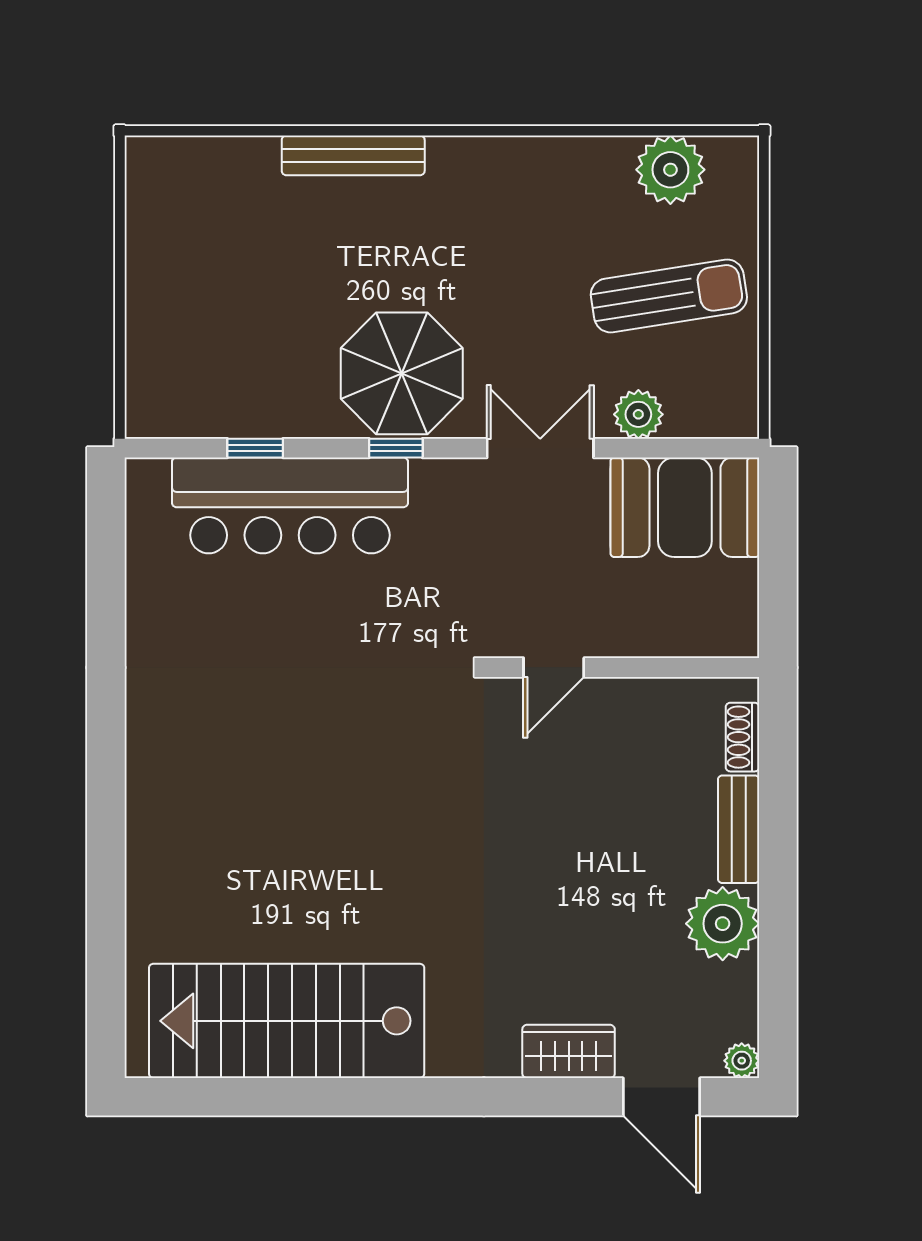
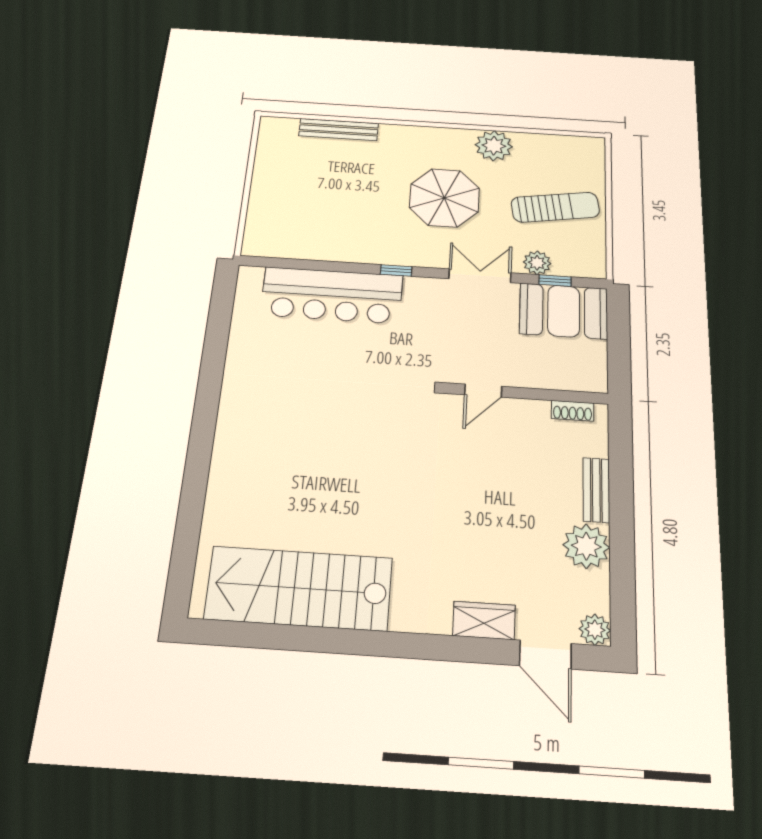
bench: (353, 155) -> (339, 130), moved
plant: (670, 170) -> (494, 146), moved
parasol: (402, 373) -> (444, 198), moved
window: (255, 448) -> (555, 281), moved
shoe rack: (743, 737) -> (573, 411), moved, turned -90
plant: (742, 1061) -> (595, 630), width x1.38, depth x1.38

